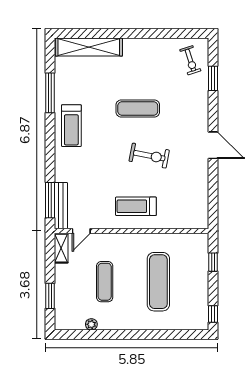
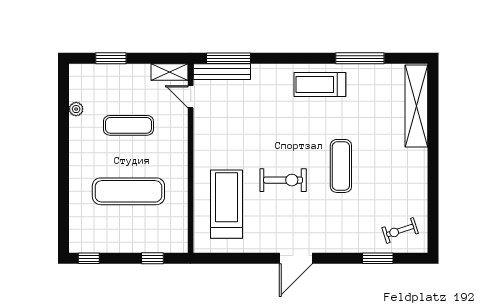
exercise bike: (149, 156) -> (283, 180), turned -101
treadmill: (136, 206) -> (226, 204), moved, width x1.37, depth x1.38

